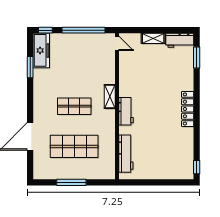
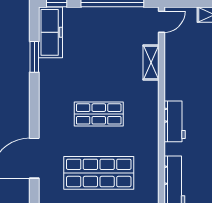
door: (117, 43) -> (161, 22), hinge flipped
shelving: (110, 97) -> (151, 62), moved

